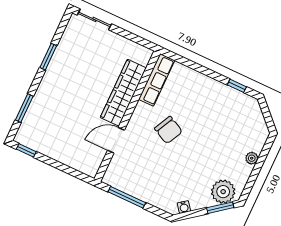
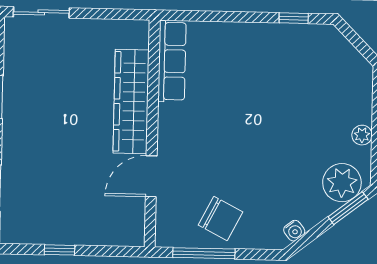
chair: (168, 130) -> (221, 218), moved
window: (26, 150) -> (60, 250), moved
plant: (252, 158) -> (362, 135), moved

